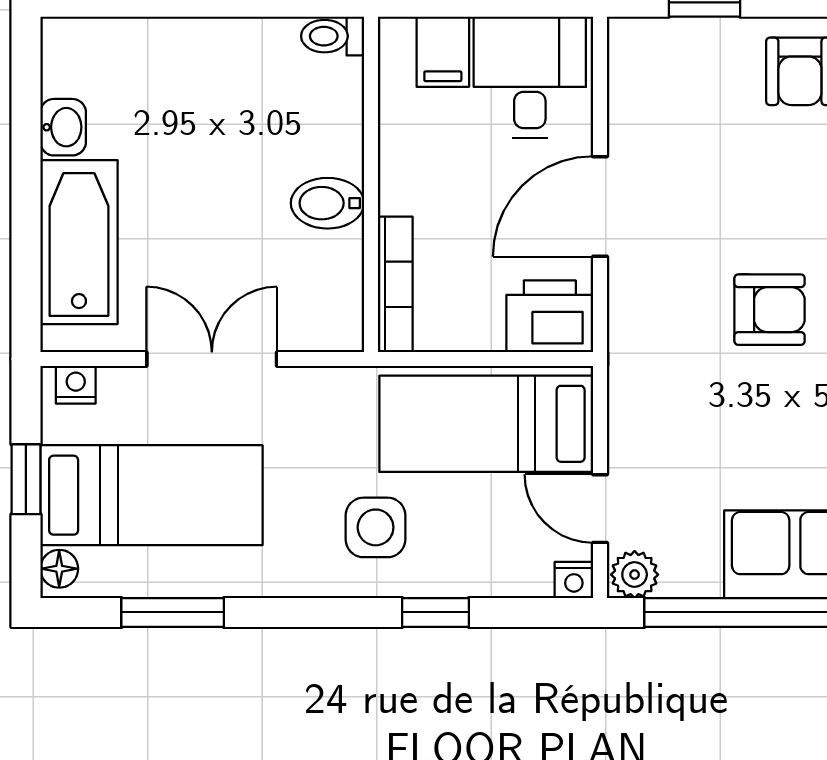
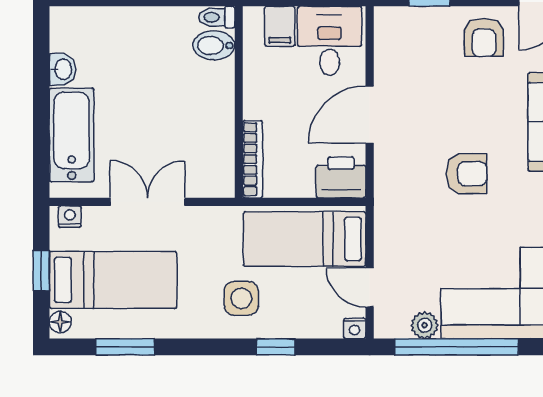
bidet: (327, 203) -> (214, 45), moved
plant: (635, 575) -> (425, 325), moved

